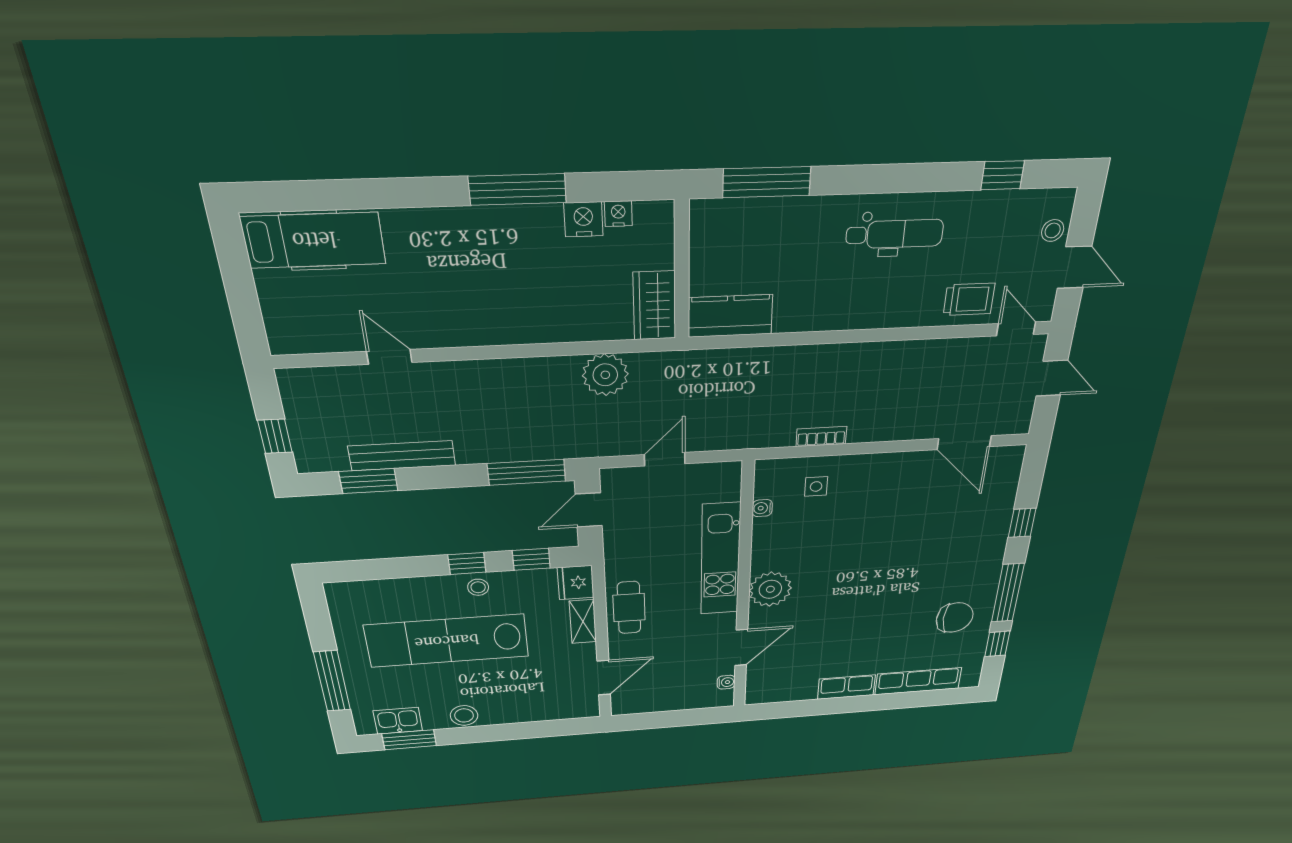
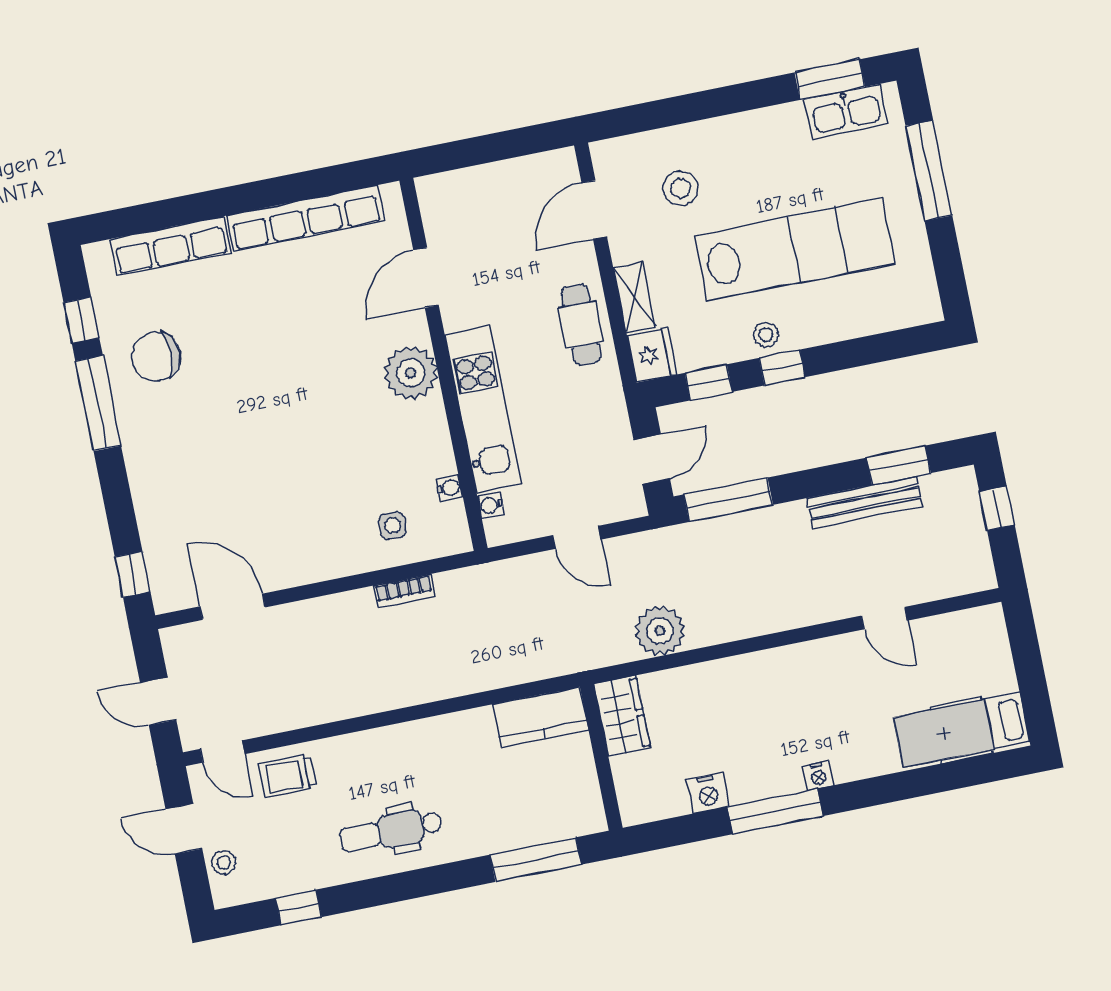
nightstand: (618, 214) -> (818, 776), moved
door: (665, 459) -> (577, 537), hinge flipped
window: (1022, 523) -> (133, 574), moved
water cooler: (726, 682) -> (491, 505), moved
row of seats: (846, 687) -> (305, 218), width x2.02
stool: (464, 715) -> (680, 188), moved
kitchen sink: (398, 721) -> (846, 112), width x1.38

